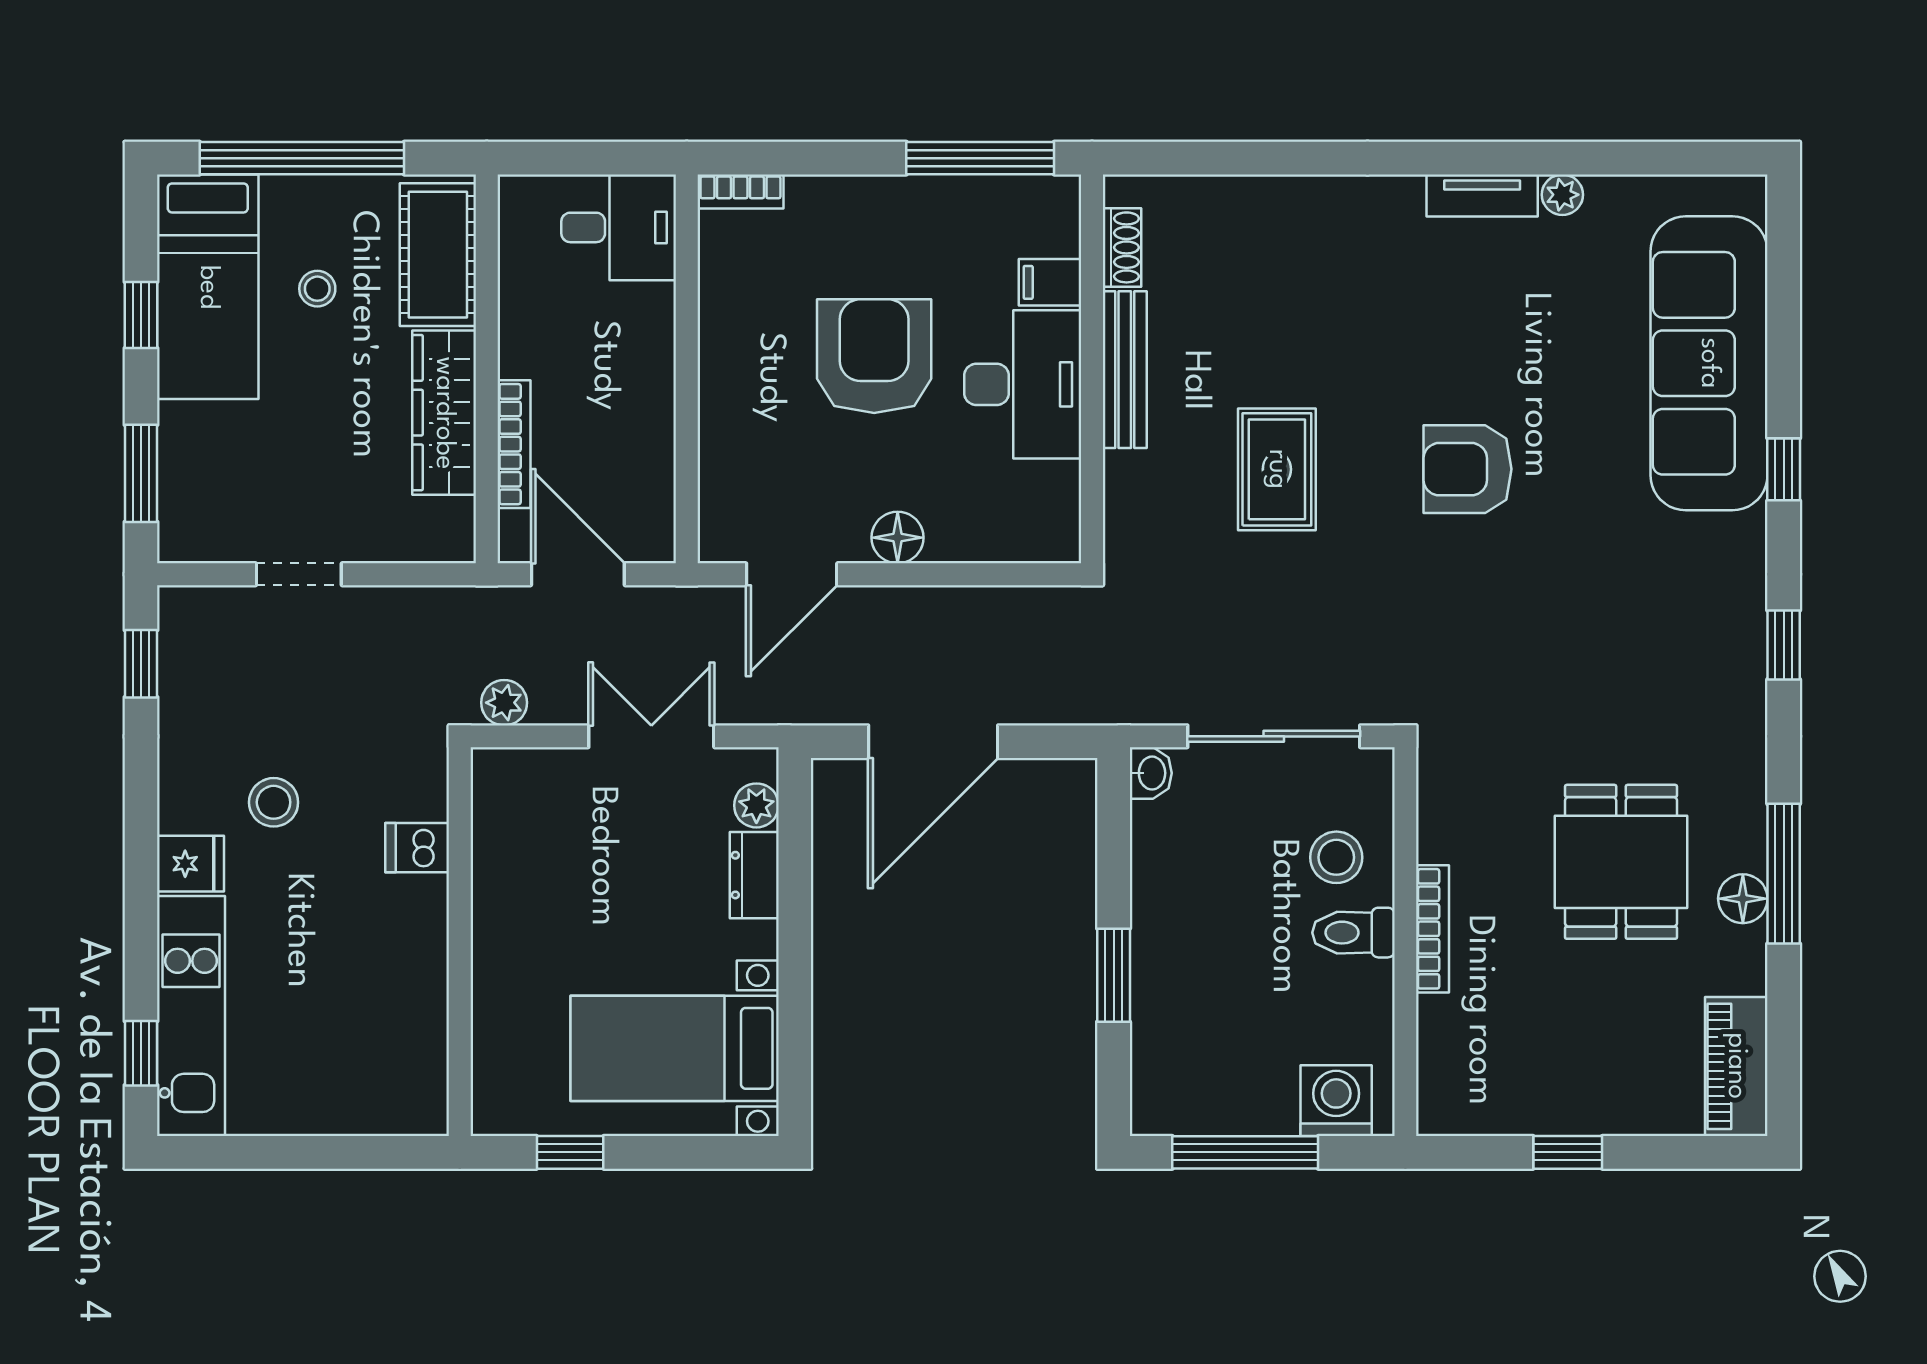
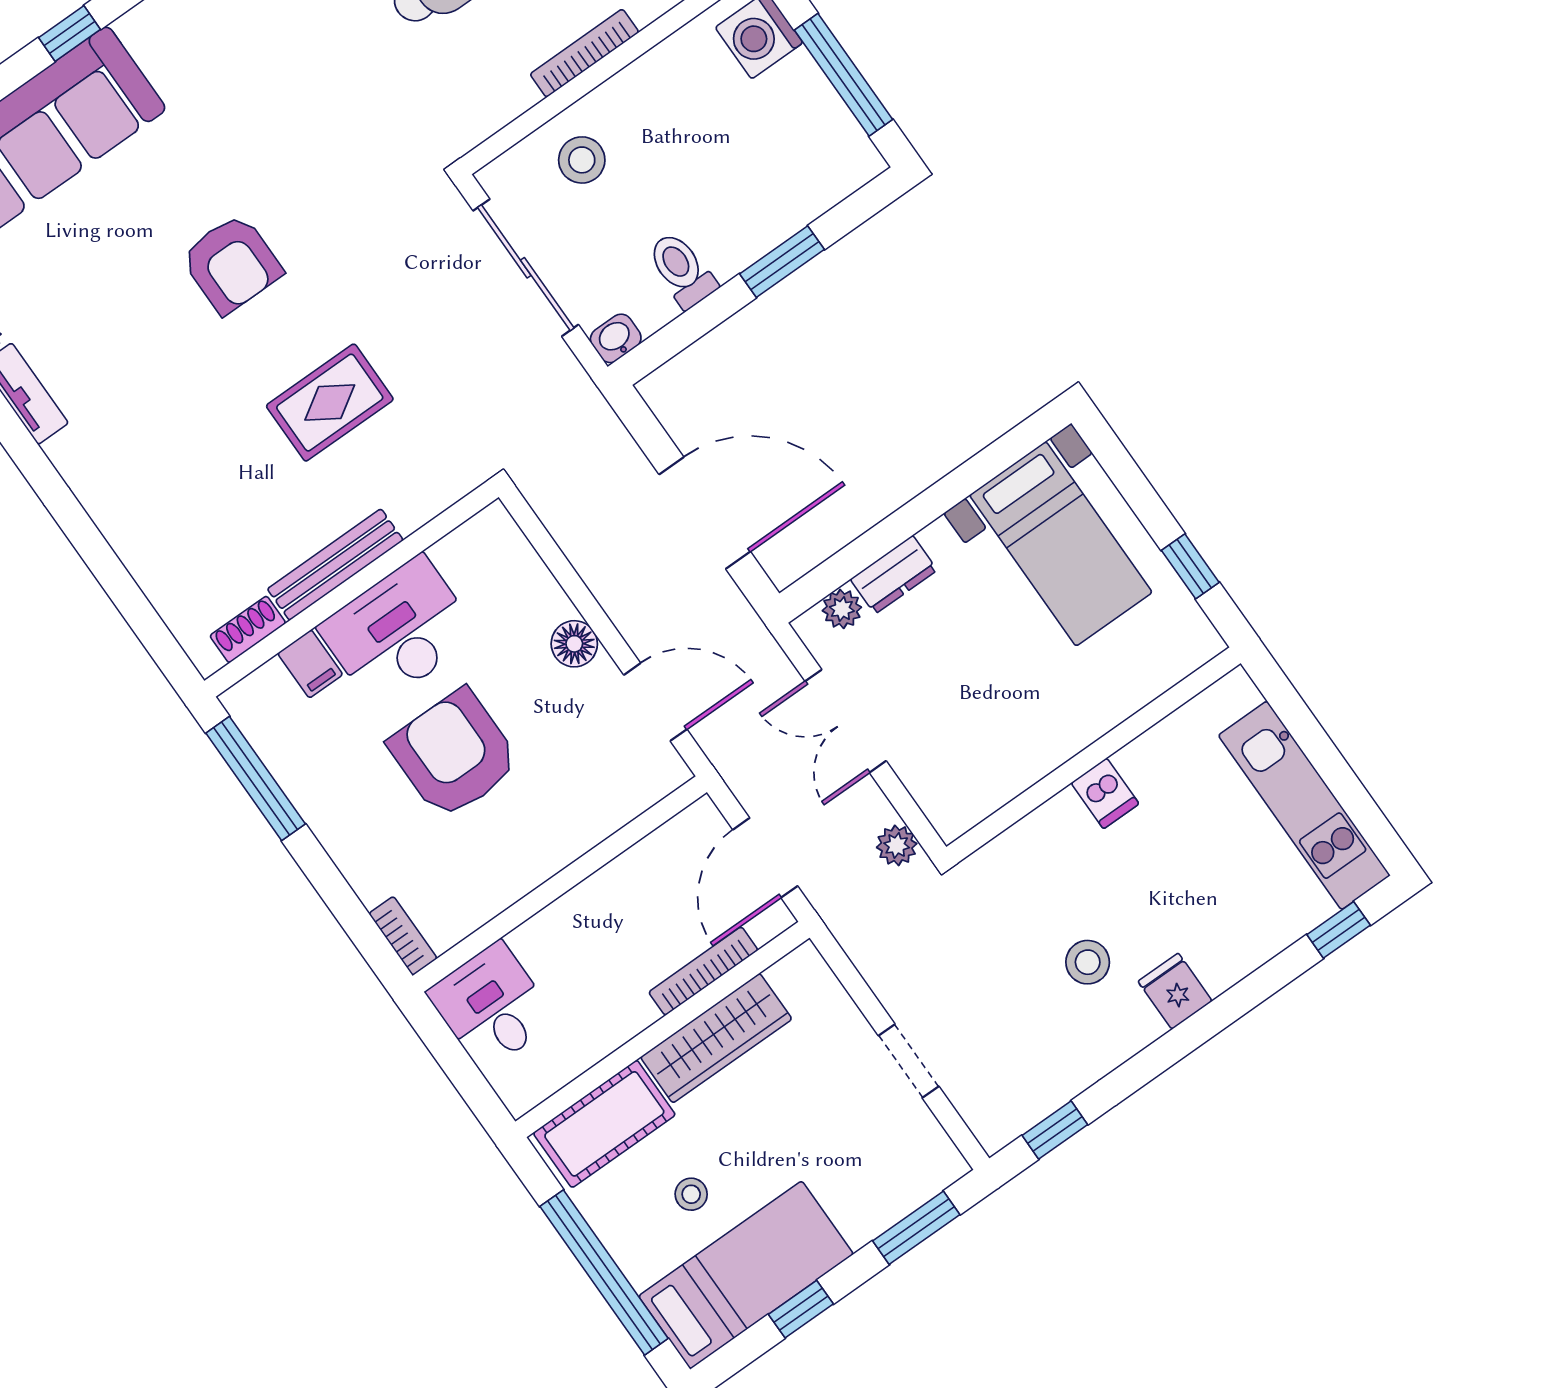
armchair: (874, 356) -> (454, 754), turned 90
dishwasher: (417, 848) -> (1105, 793), moved
toilet: (1353, 933) -> (682, 270), moved, turned 180
kitchen unit: (191, 1016) -> (1304, 805), moved, turned -90

